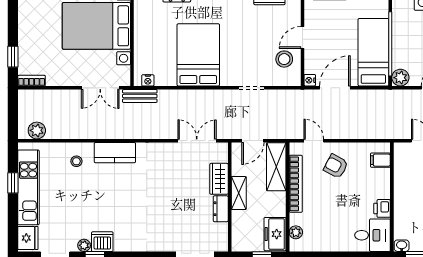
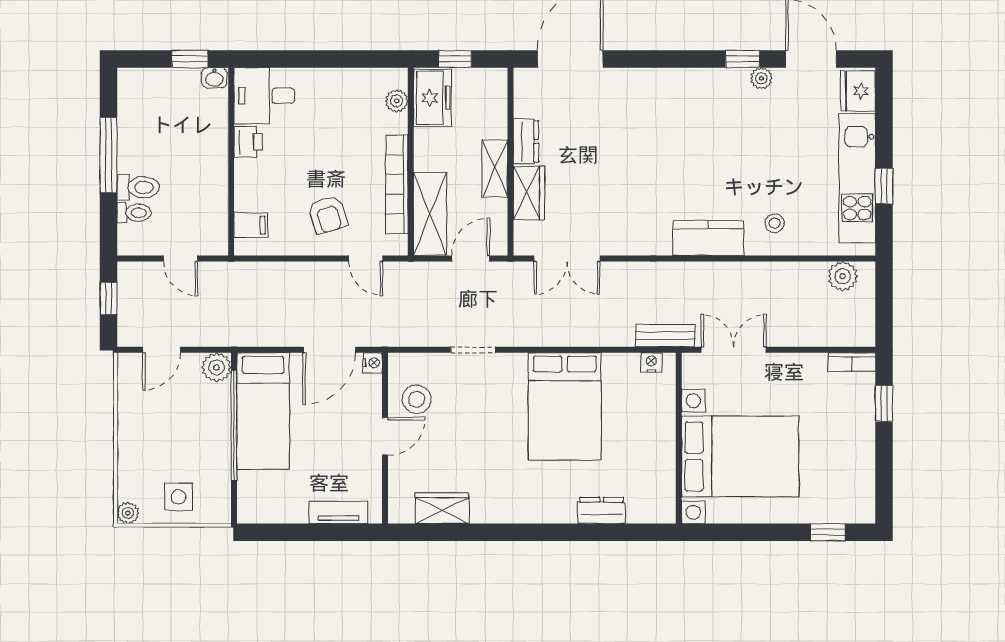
armchair: (336, 166) -> (328, 215), turned 45
dishwasher: (102, 242) -> (730, 85), removed

